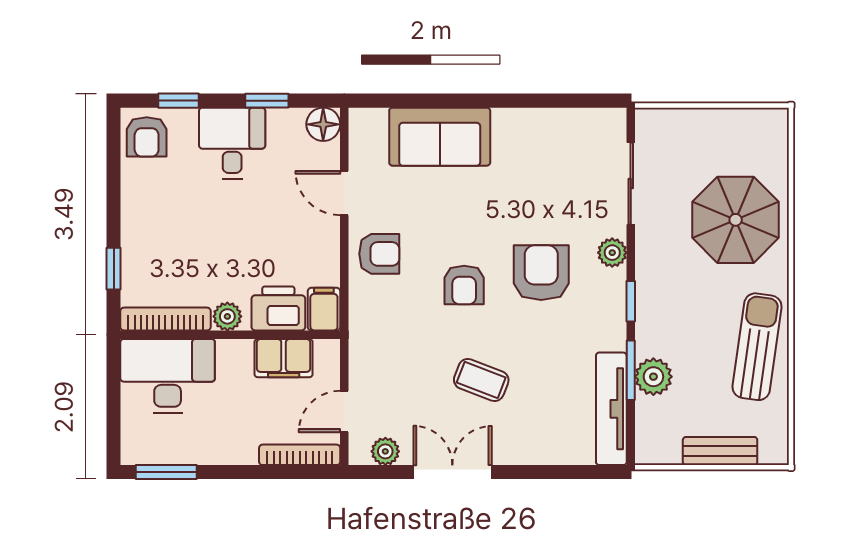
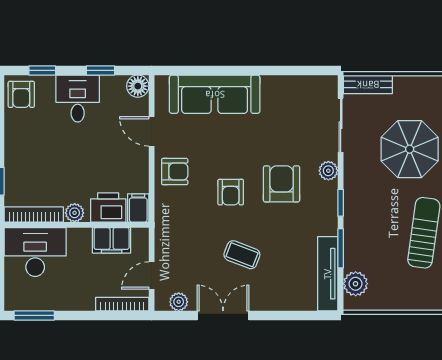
sofa: (440, 137) -> (215, 94), width x1.36
plant: (653, 377) -> (356, 284), moved
bench: (720, 451) -> (368, 84), moved

